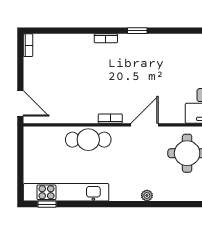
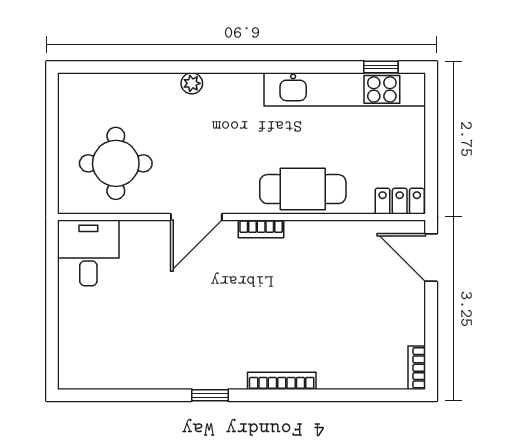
bookcase: (106, 38) -> (282, 381), width x1.56
locker: (37, 133) -> (400, 201), added

